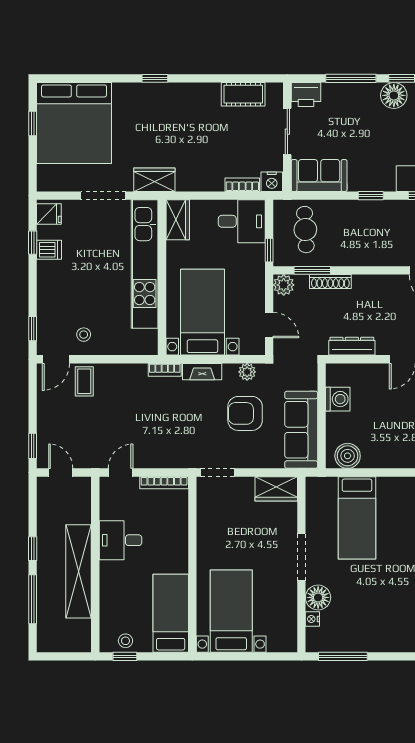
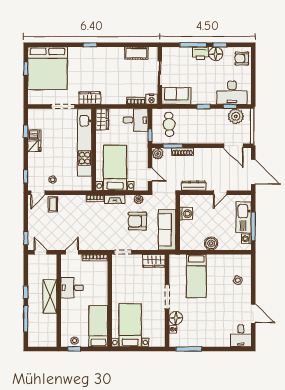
printer: (306, 94) -> (200, 53), moved
fridge: (49, 214) -> (34, 146), moved
boiler: (348, 456) -> (211, 243), moved
shelving: (78, 571) -> (50, 296), width x0.68

